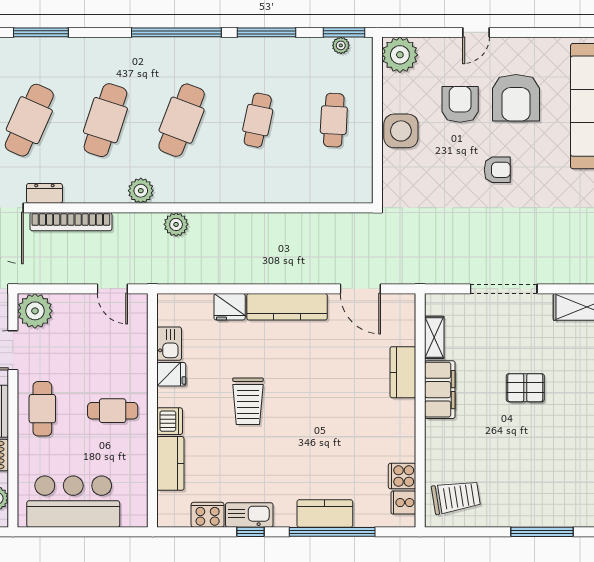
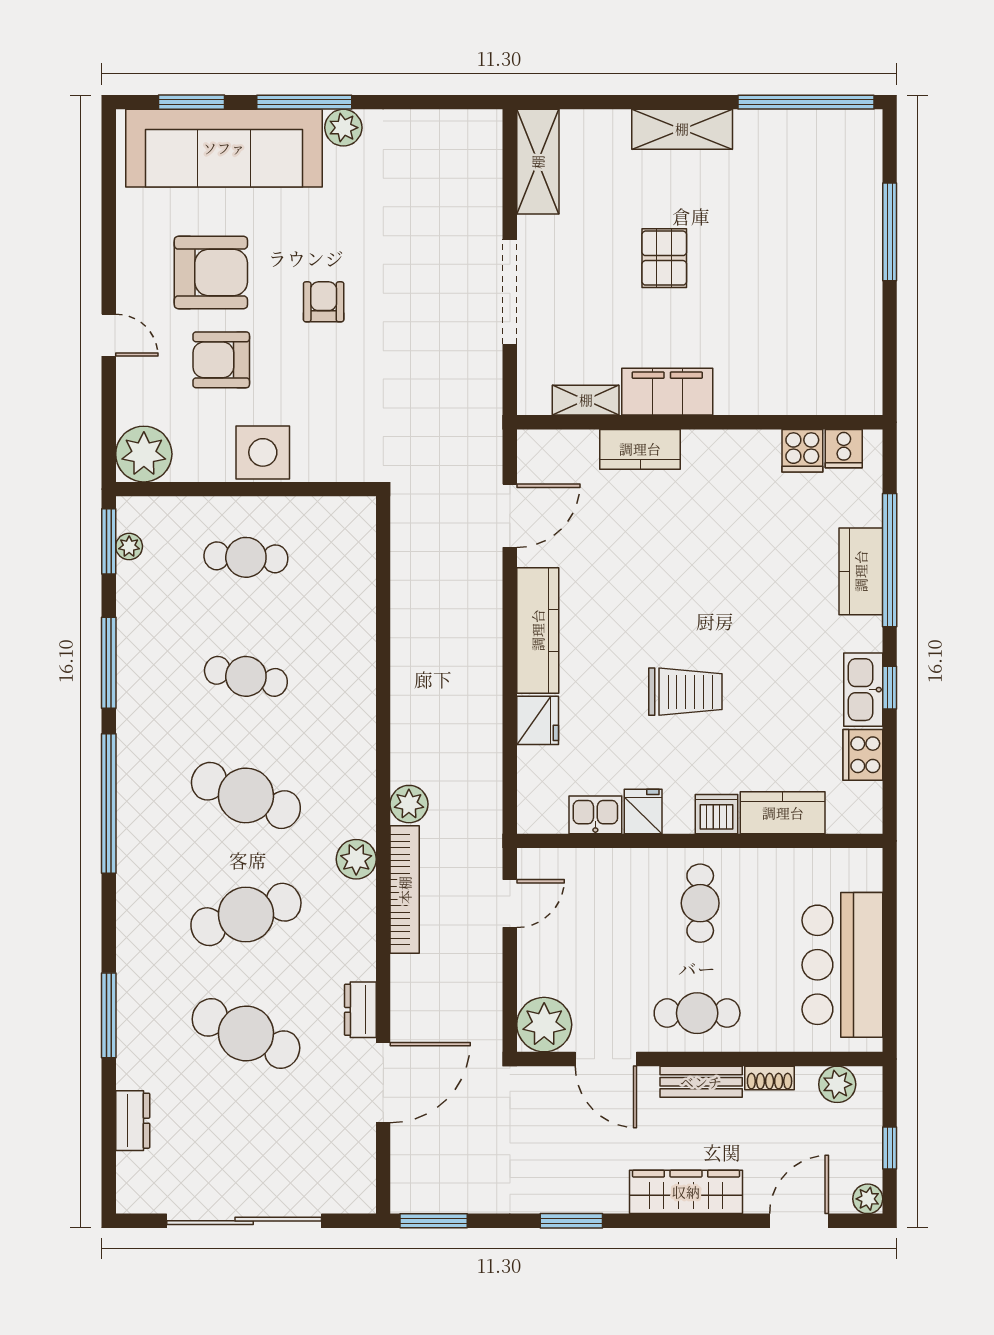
cafe table: (105, 120) -> (246, 914), turned -36
bookcase: (71, 222) -> (405, 890), moved
trolley: (456, 497) -> (835, 366), removed

